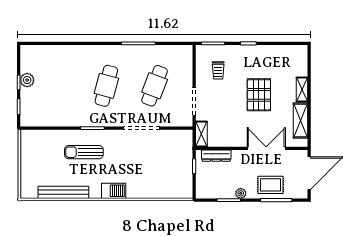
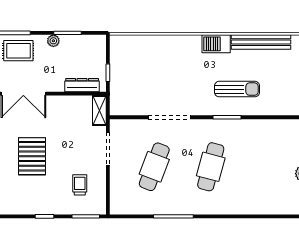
barbecue: (114, 191) -> (216, 44), moved

